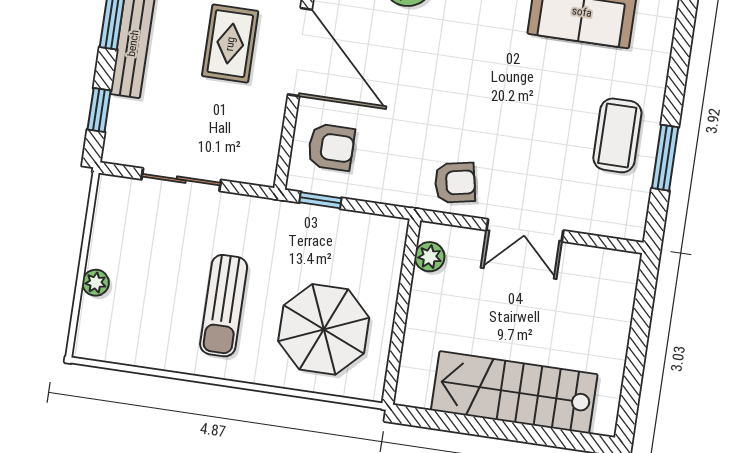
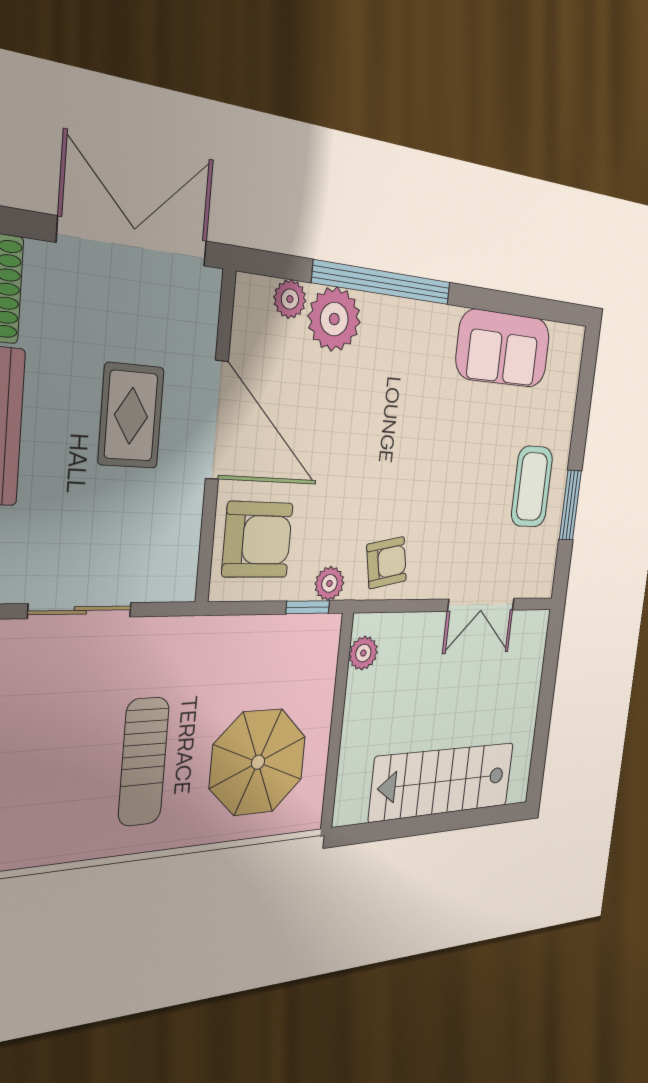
armchair: (331, 147) -> (258, 540), width x1.38, depth x1.38
plant: (397, 192) -> (329, 583), added
window: (320, 200) -> (308, 607), moved
double door: (525, 230) -> (481, 605), moved

